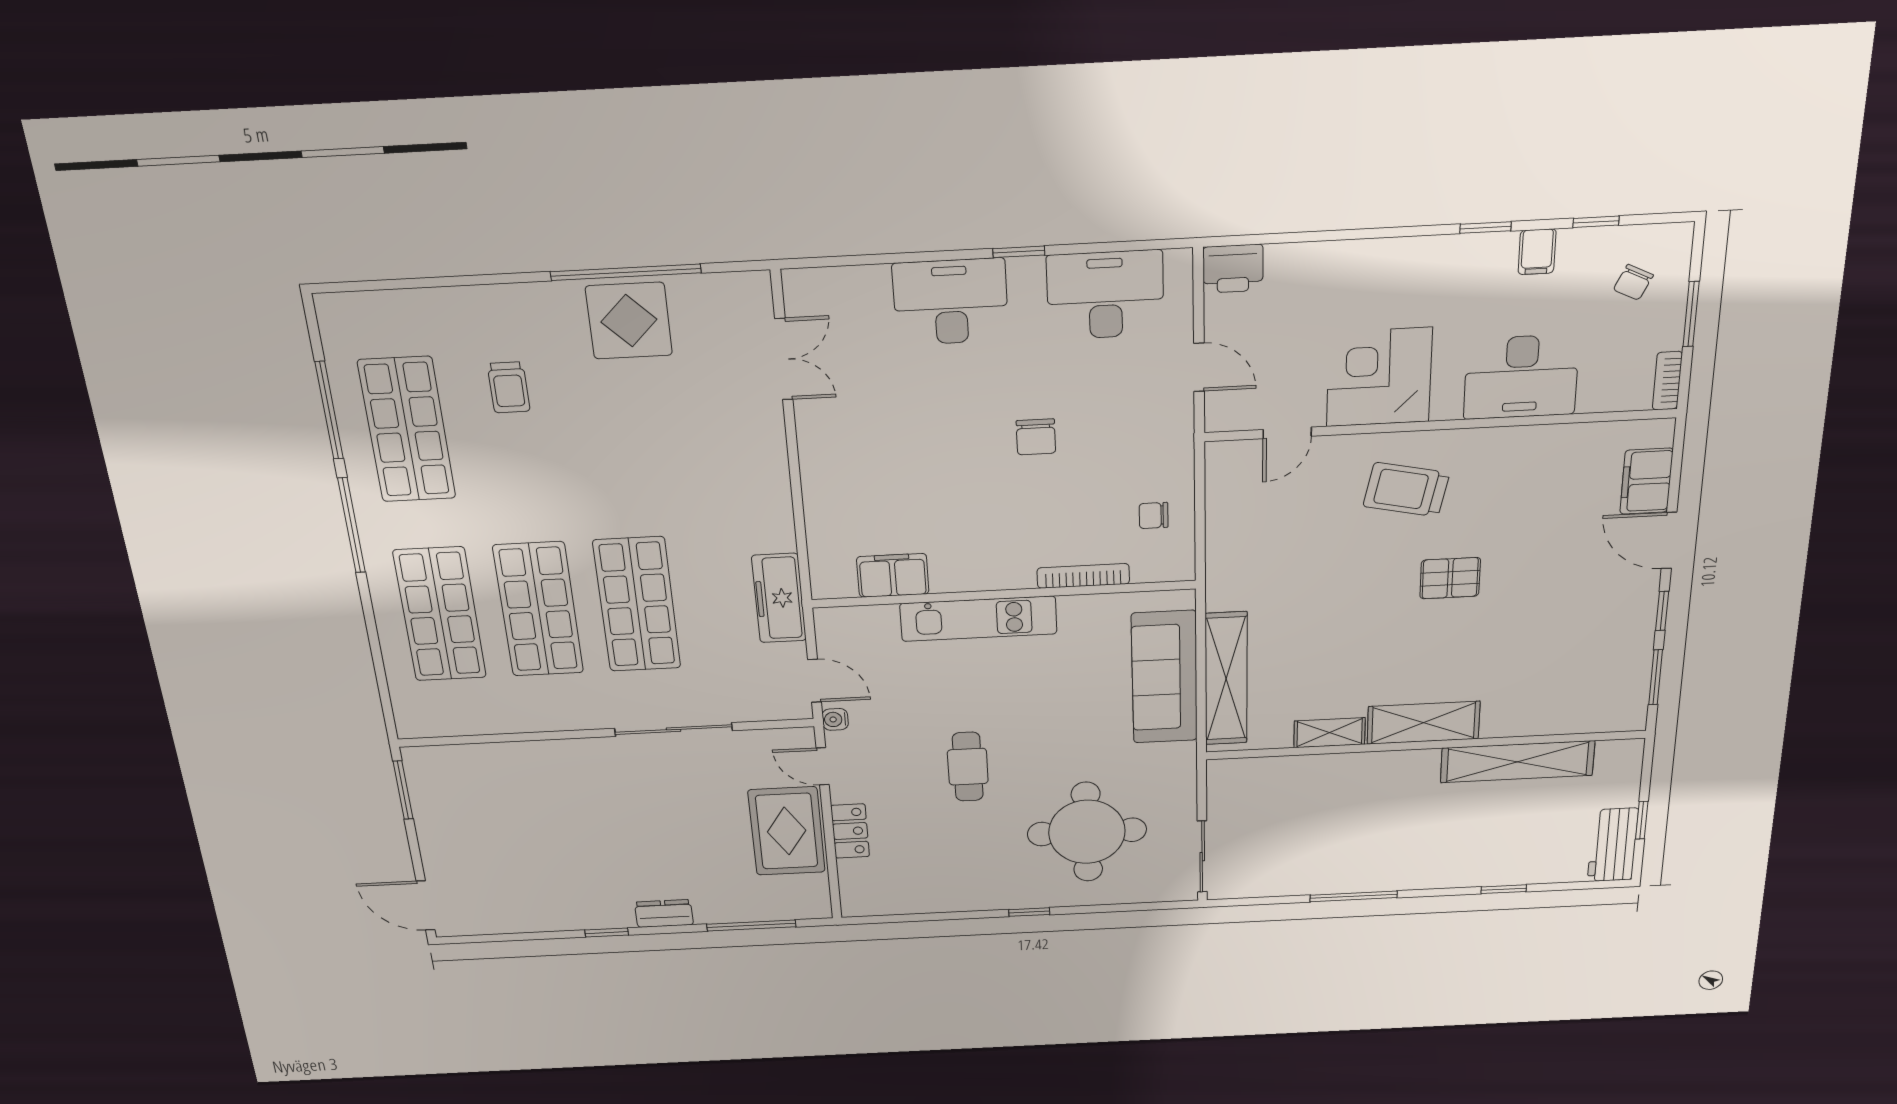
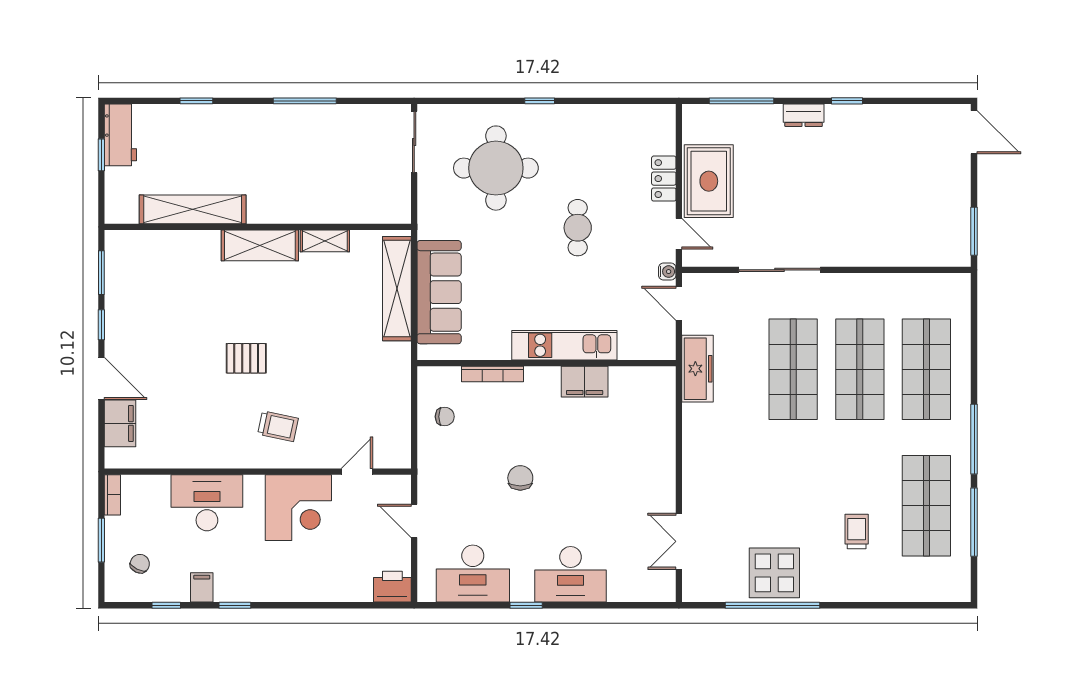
trolley: (1406, 490) -> (278, 426), width x0.73, depth x0.72
filing cabinet: (893, 575) -> (585, 382), moved

